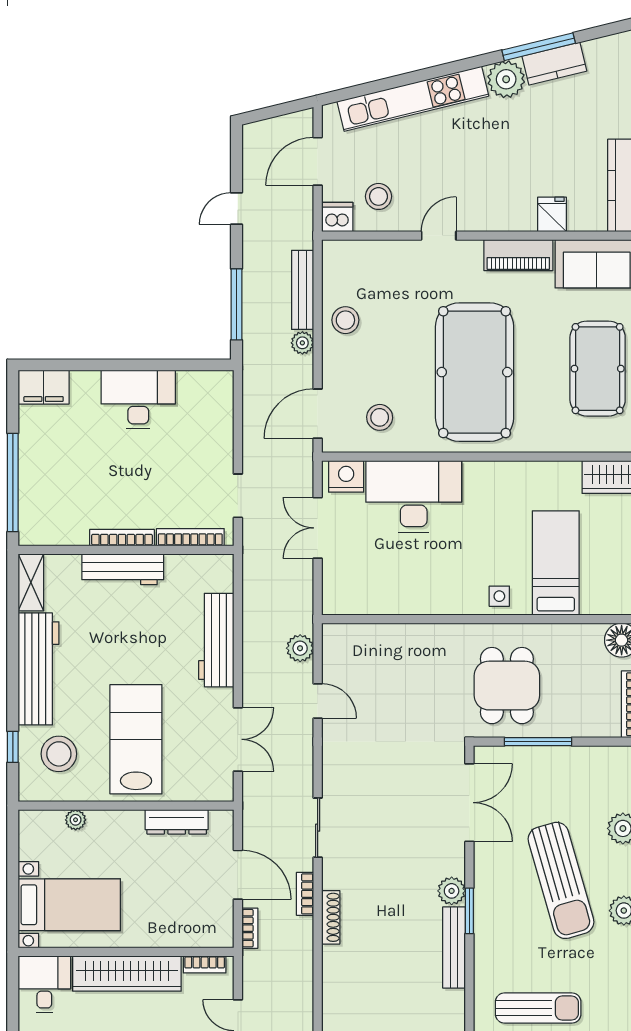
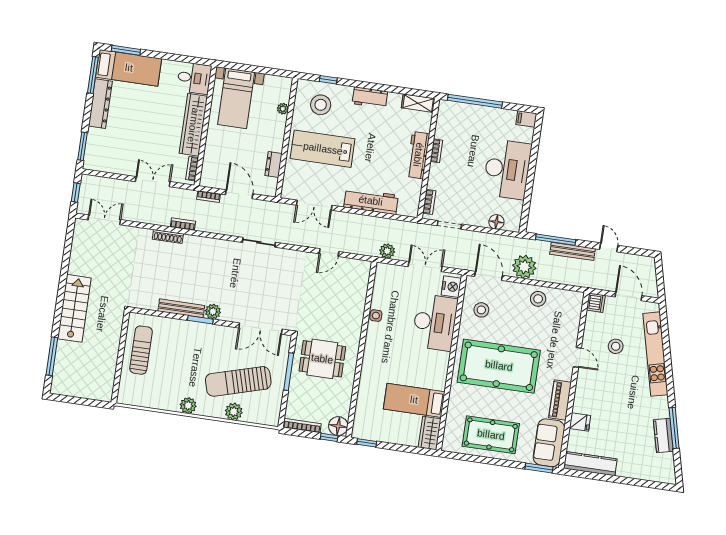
plant: (506, 79) -> (659, 407), removed
stool: (379, 196) -> (616, 346), moved
bench: (303, 290) -> (573, 251), moved
plant: (302, 343) -> (524, 267), width x1.88, depth x1.88
filing cabinet: (44, 387) -> (526, 119), width x0.50
desk: (138, 399) -> (507, 169), width x1.36, depth x1.30
floor lamp: (220, 413) -> (496, 222), added
bookcase: (190, 537) -> (429, 202), width x0.64
bookcase: (122, 538) -> (436, 151), width x0.64
bed: (556, 563) -> (414, 400), moved, turned 180
side table: (499, 596) -> (376, 316), moved
plant: (300, 648) -> (387, 251), moved
workbench: (39, 669) -> (370, 98), width x0.53, depth x0.76
lab bench: (136, 739) -> (323, 149), turned 180
dresser: (177, 822) -> (273, 165), width x0.70
door: (238, 875) -> (239, 194), swing flipped
sun lounger: (561, 880) -> (238, 381), moved
bookcase: (305, 894) -> (183, 224), moved
shoe rack: (331, 917) -> (168, 236), moved
sun lounger: (538, 1008) -> (141, 350), turned 180

